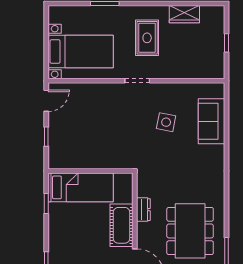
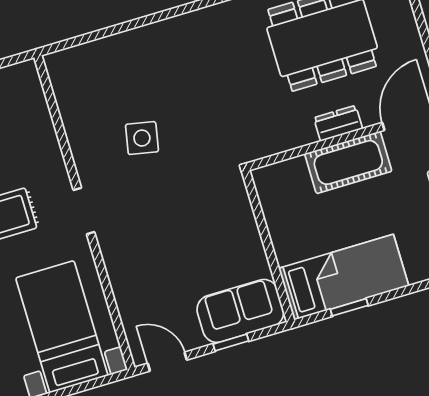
sofa: (212, 121) -> (240, 311), moved, turned 180
bed: (81, 187) -> (344, 277), moved, turned 90
dresser: (143, 210) -> (338, 123), moved

